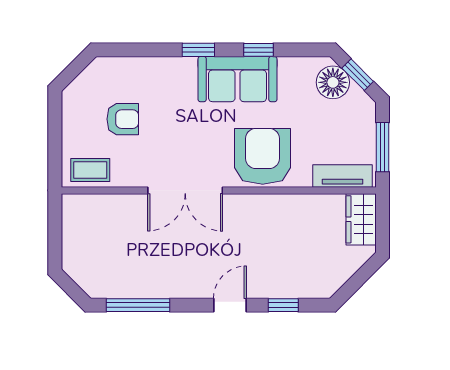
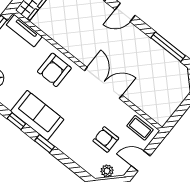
plant: (88, 79) -> (107, 171), added
door: (55, 128) -> (141, 161), added
armchair: (263, 156) -> (54, 70), width x0.73, depth x0.73

